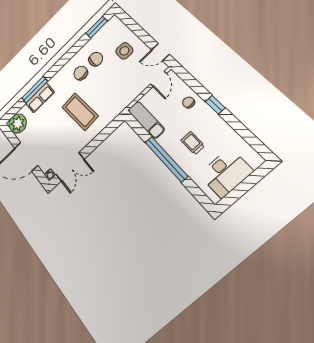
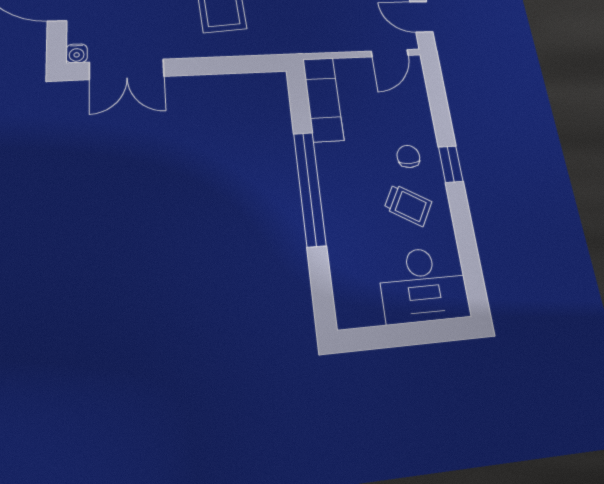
chair: (189, 102) -> (408, 156), moved
trolley: (193, 143) -> (408, 205), moved, turned 120
desk: (226, 173) -> (423, 285), moved

